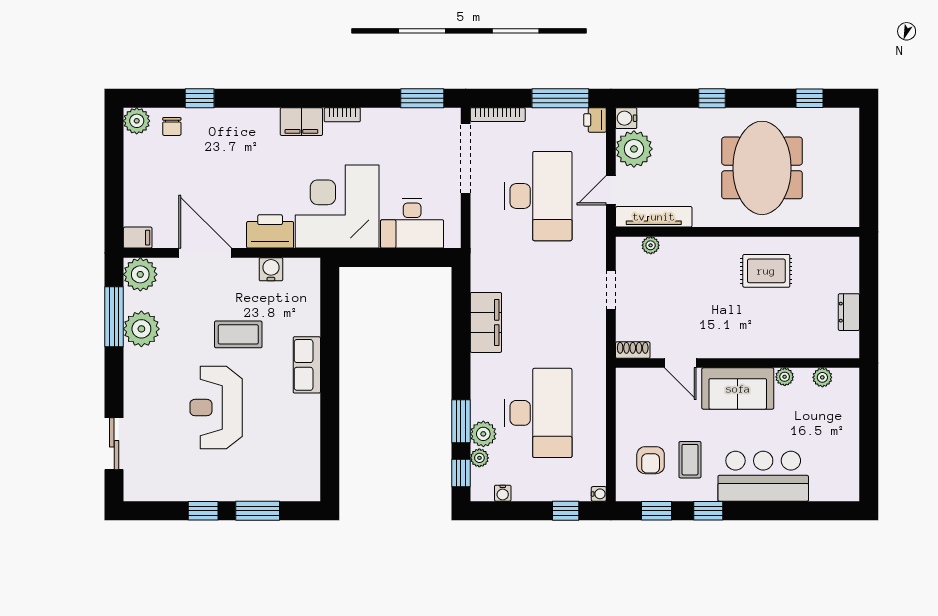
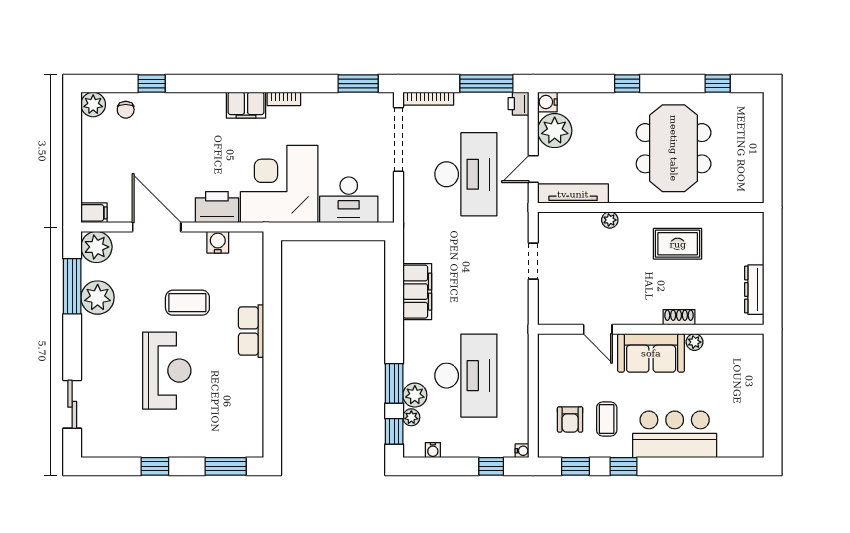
plant: (651, 245) -> (610, 220), moved
dresser: (849, 312) -> (754, 290), width x1.44
shoe rack: (633, 350) -> (679, 317), moved
plant: (822, 377) -> (730, 343), removed
reception desk: (216, 408) -> (167, 371), turned 180
window: (258, 511) -> (226, 466), moved

